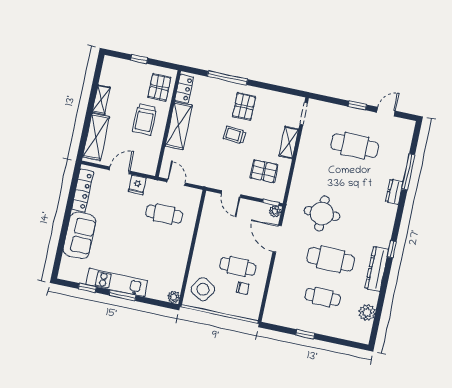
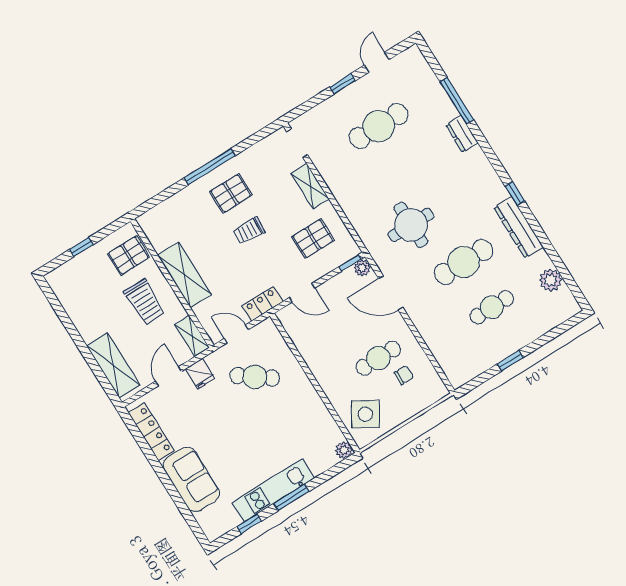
window: (227, 78) -> (210, 167), moved
pallet: (159, 87) -> (129, 256), turned 90
locker: (184, 89) -> (263, 304), moved, turned -90
shelving: (101, 100) -> (192, 336), moved
pallet: (244, 107) -> (231, 193), turned 90
cafe table: (164, 214) -> (255, 377), turned 36

